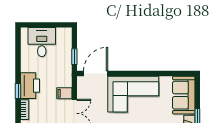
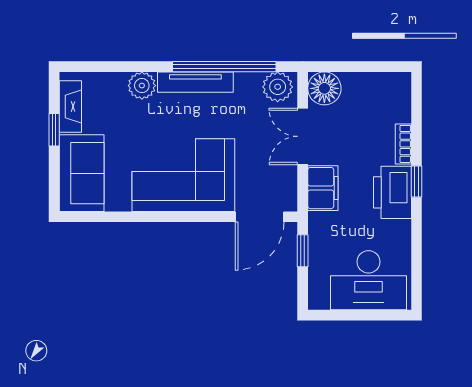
desk: (42, 42) -> (368, 280), width x1.37
filing cabinet: (64, 93) -> (323, 188), width x2.00

